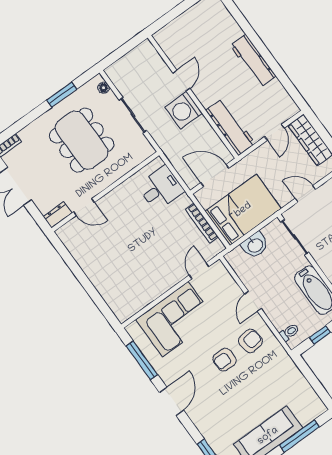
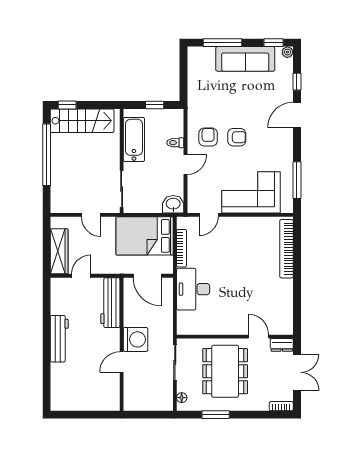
desk: (161, 188) -> (193, 289), width x1.37
wall: (105, 192) -> (235, 337), moved
door: (84, 207) -> (259, 337), moved
dresser: (58, 215) -> (282, 345), moved
washbasin: (255, 245) -> (173, 204), moved
bookcase: (106, 291) -> (287, 249), added
toilet: (289, 332) -> (175, 143), moved
armchair: (250, 341) -> (208, 137), turned 97
door: (172, 401) -> (297, 115), moved

